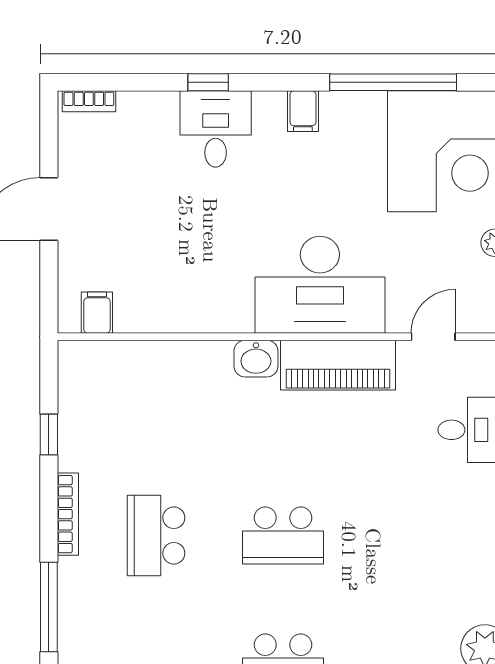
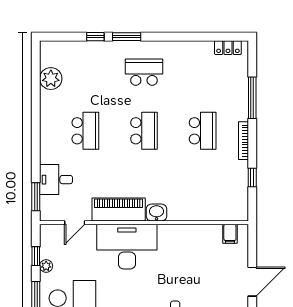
school desk: (283, 535) -> (144, 131), turned 90
school desk: (410, 535) -> (85, 131), added

